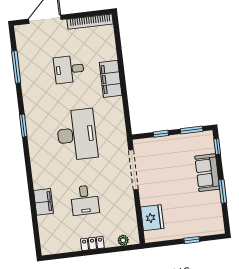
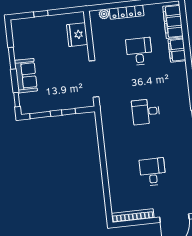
desk: (69, 69) -> (153, 172), turned -90
filing cabinet: (111, 79) -> (173, 22), moved, turned 180
desk: (77, 135) -> (146, 112), width x0.53, depth x0.77
locker: (92, 243) -> (127, 12), width x1.53

